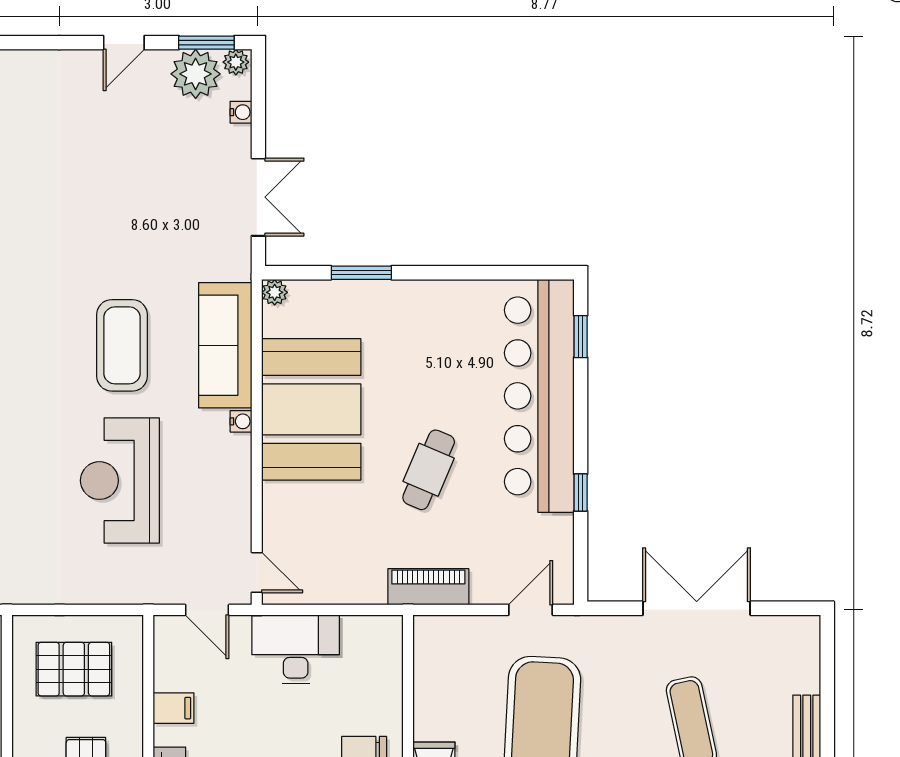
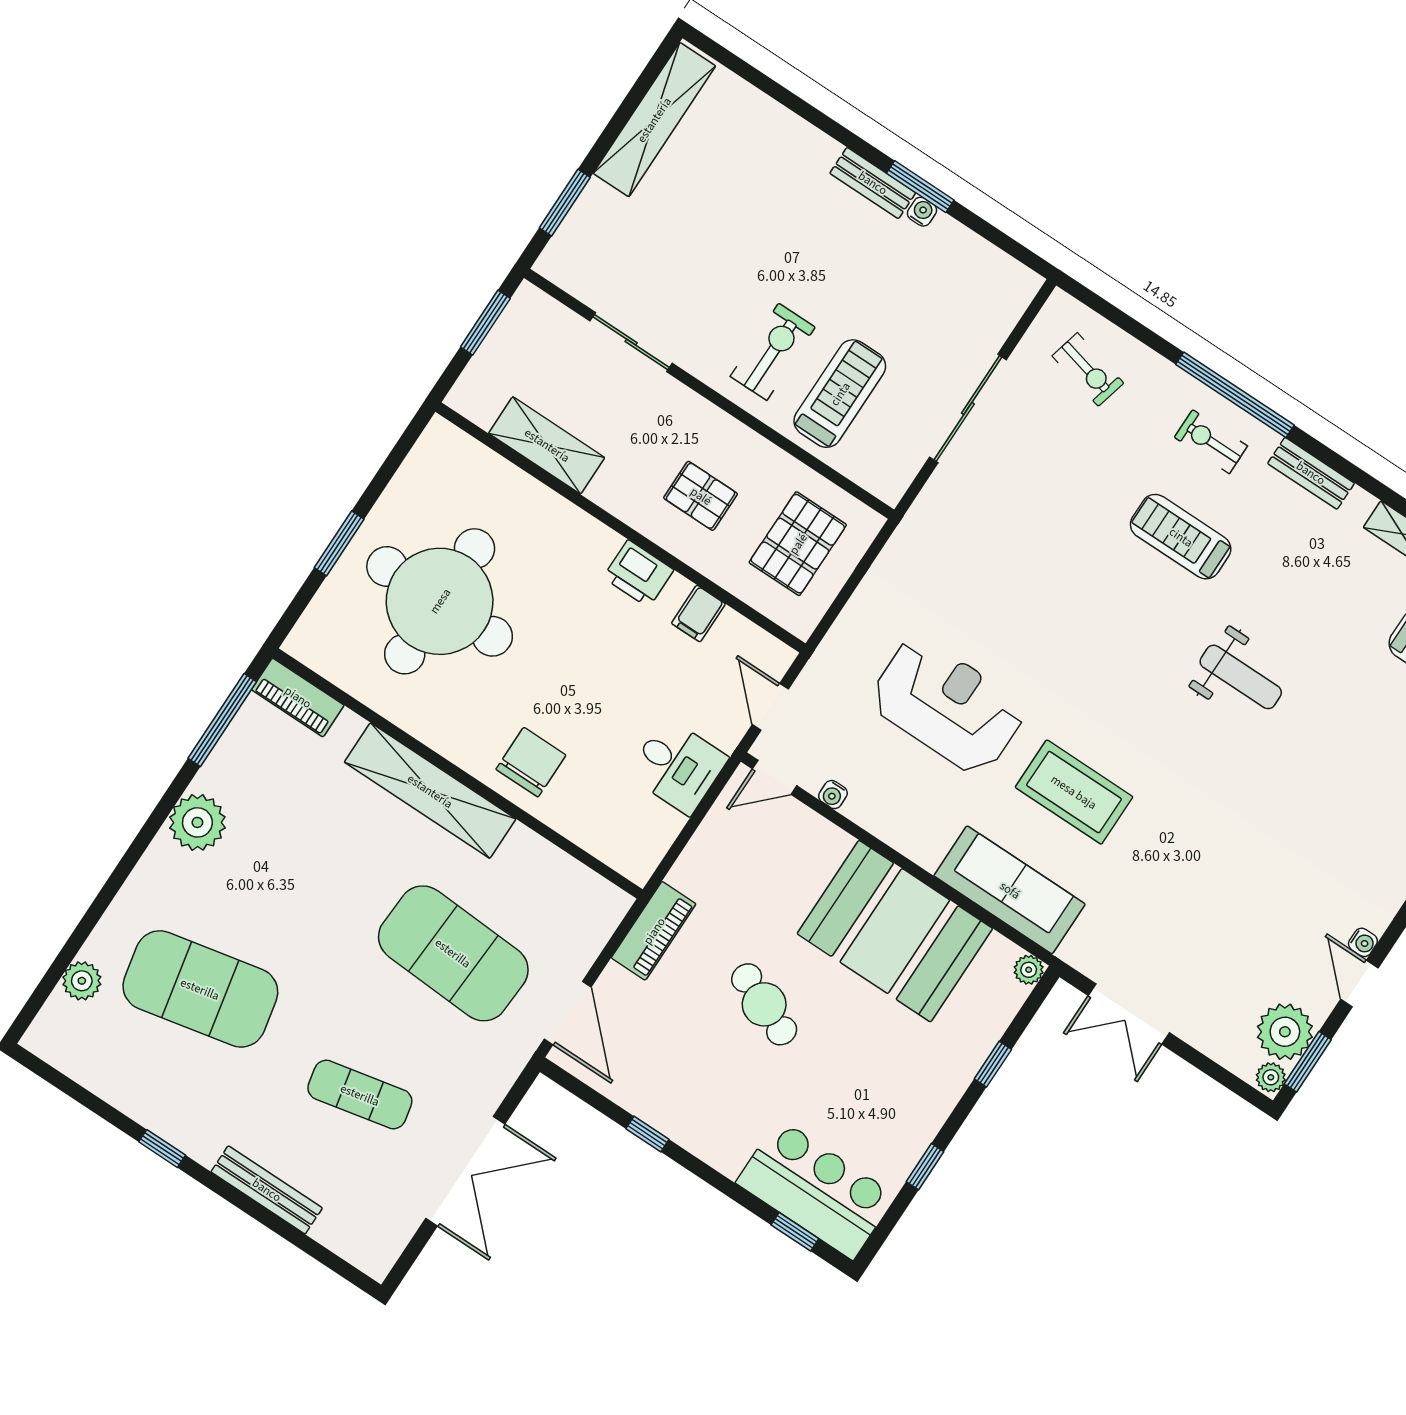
water cooler: (241, 112) -> (1363, 942), moved, turned -90
window: (361, 273) -> (993, 1064), width x0.67
window: (470, 273) -> (925, 1167), added
bar counter: (539, 396) -> (816, 1189), width x0.54
water cooler: (241, 421) -> (833, 795), moved
door: (207, 610) -> (770, 707), hinge flipped
door: (531, 610) -> (568, 1013), width x1.38
desk: (296, 649) -> (678, 766), width x0.73

